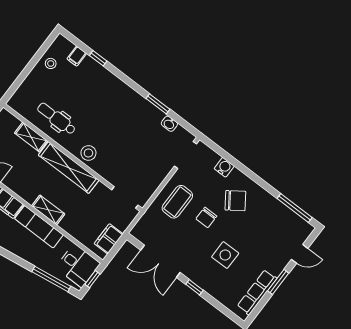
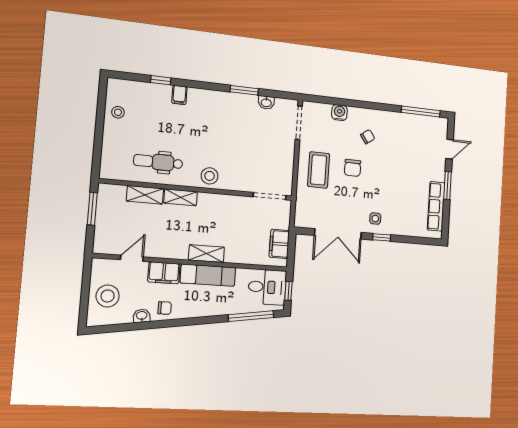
filing cabinet: (77, 56) -> (179, 95), moved
shelving: (69, 168) -> (181, 197), width x0.45, depth x0.75
chair: (235, 201) -> (368, 137), width x0.54, depth x0.54
side table: (225, 255) -> (375, 218), moved, width x0.54, depth x0.54

